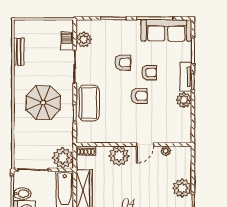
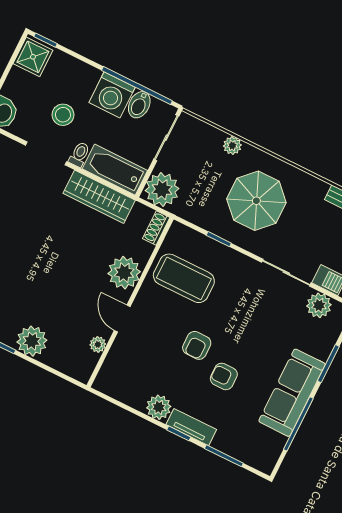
sofa: (166, 30) -> (292, 393), moved
armchair: (123, 62) -> (257, 346), removed
armchair: (149, 72) -> (224, 376), turned 90
coffee table: (89, 103) -> (184, 278), moved
plant: (19, 131) -> (232, 146), added

